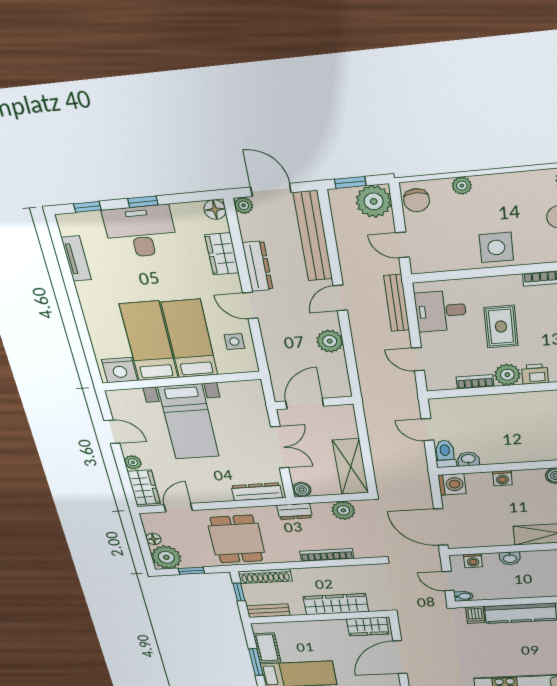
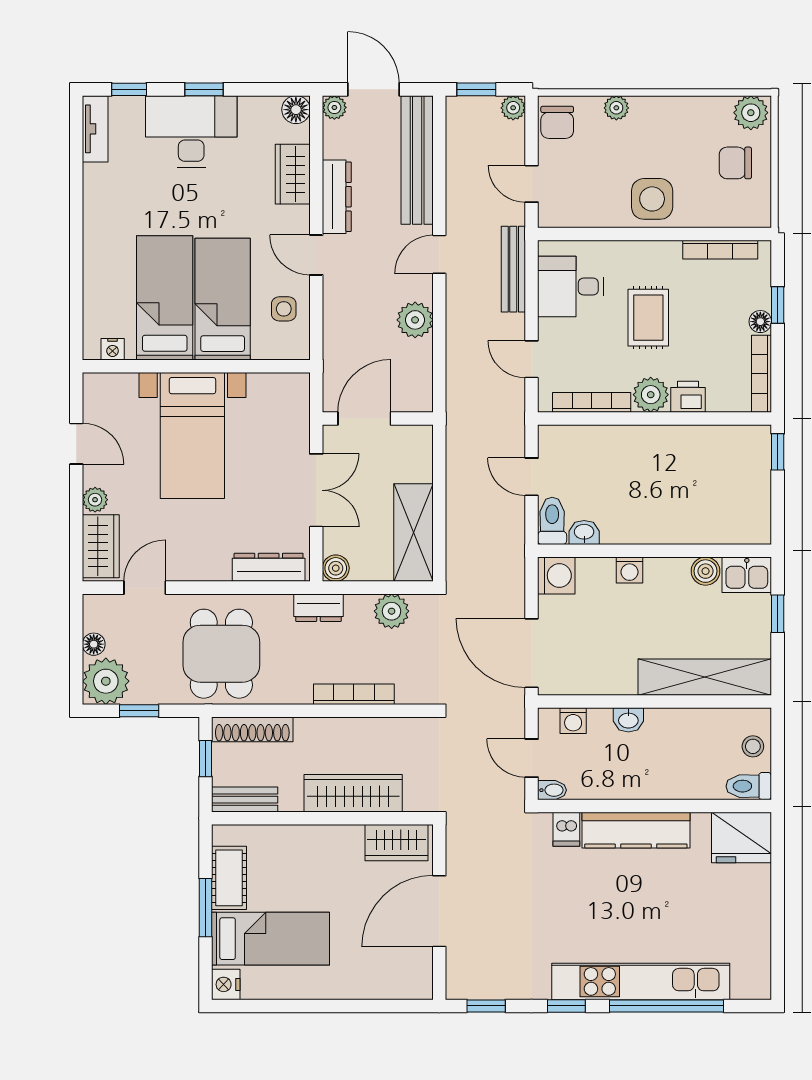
plant: (374, 201) -> (513, 108), width x0.53, depth x0.53
tv unit: (76, 258) -> (95, 129), moved
nightstand: (119, 370) -> (113, 349), width x0.53, depth x0.56
bookcase: (475, 382) -> (592, 402), width x1.56

